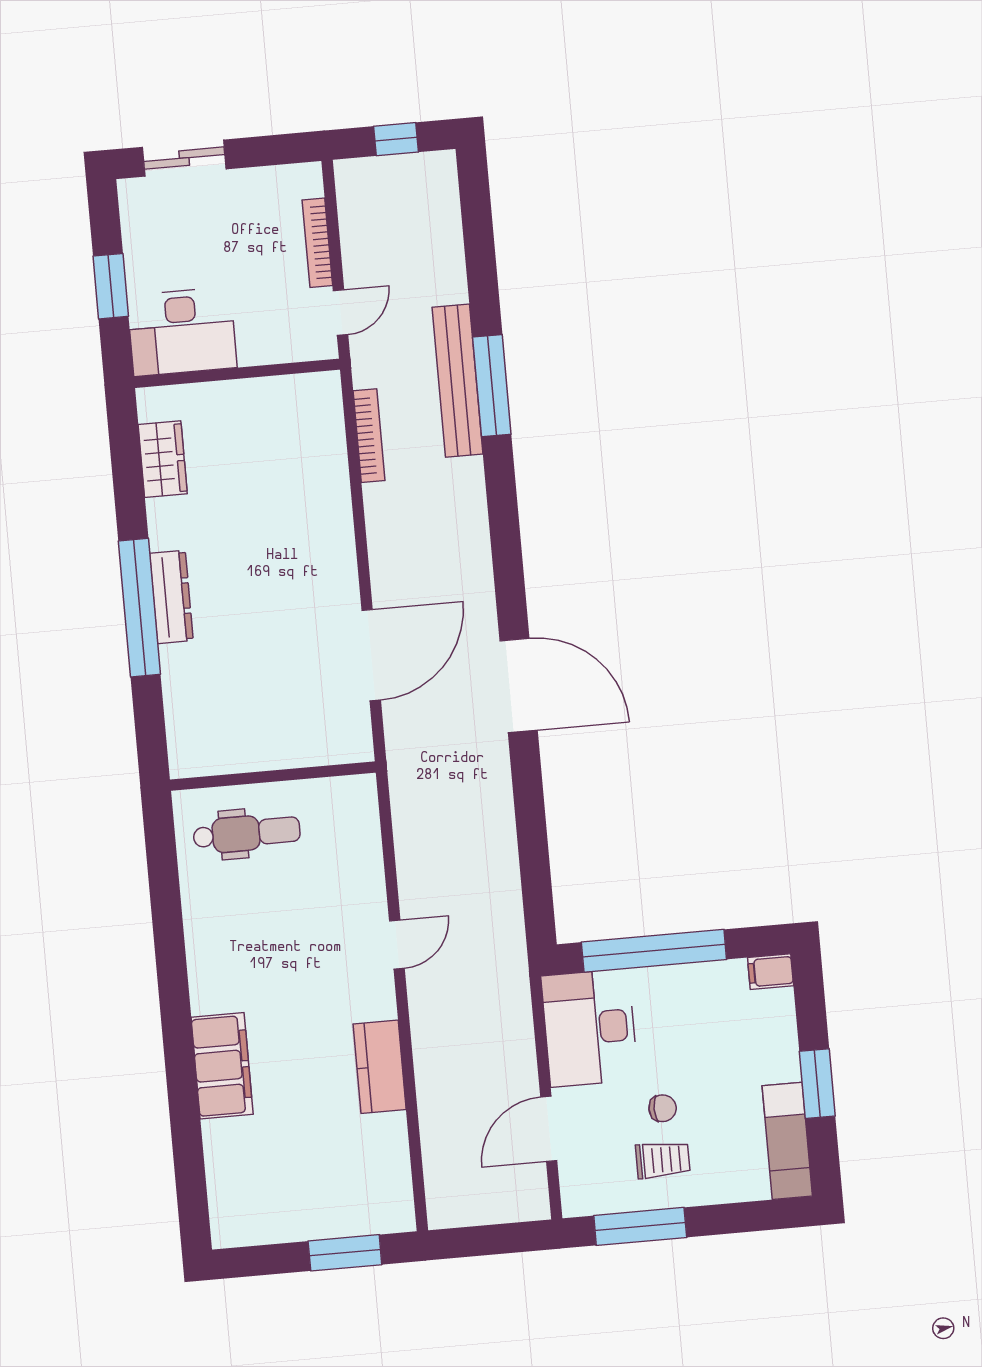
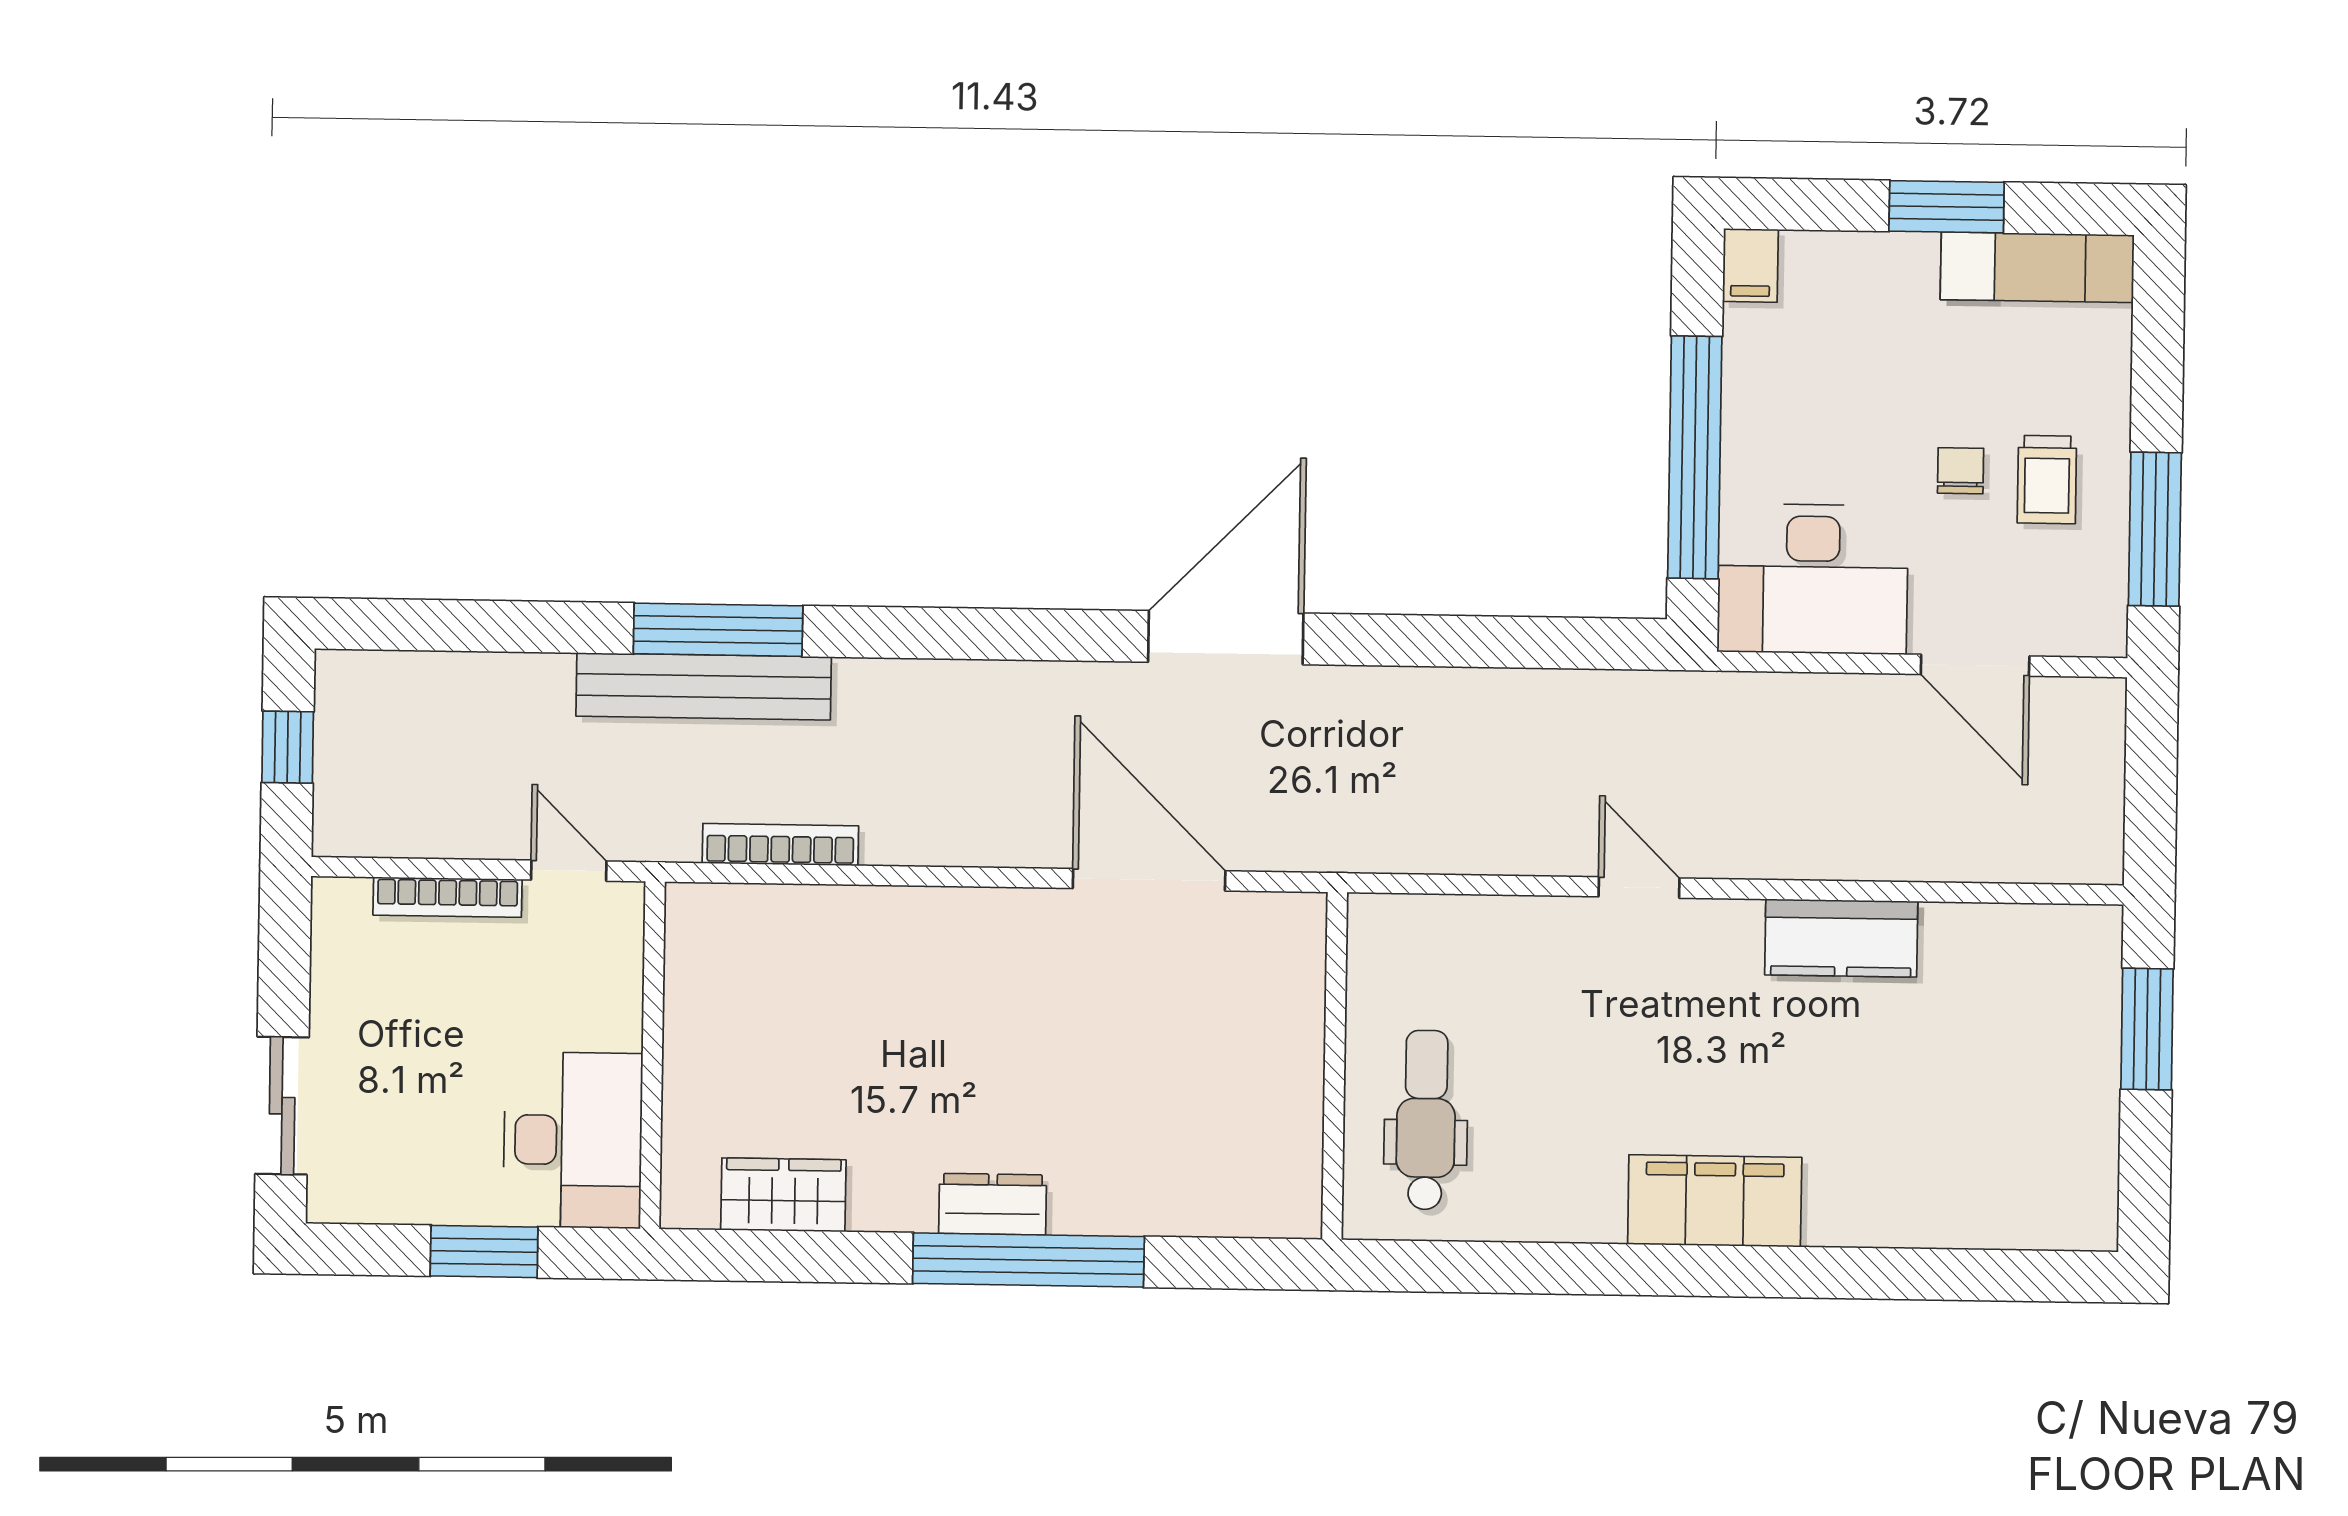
dresser: (171, 597) -> (993, 1204), width x0.70
filing cabinet: (222, 1066) -> (1715, 1201), moved
trolley: (663, 1160) -> (2047, 479), turned 180

